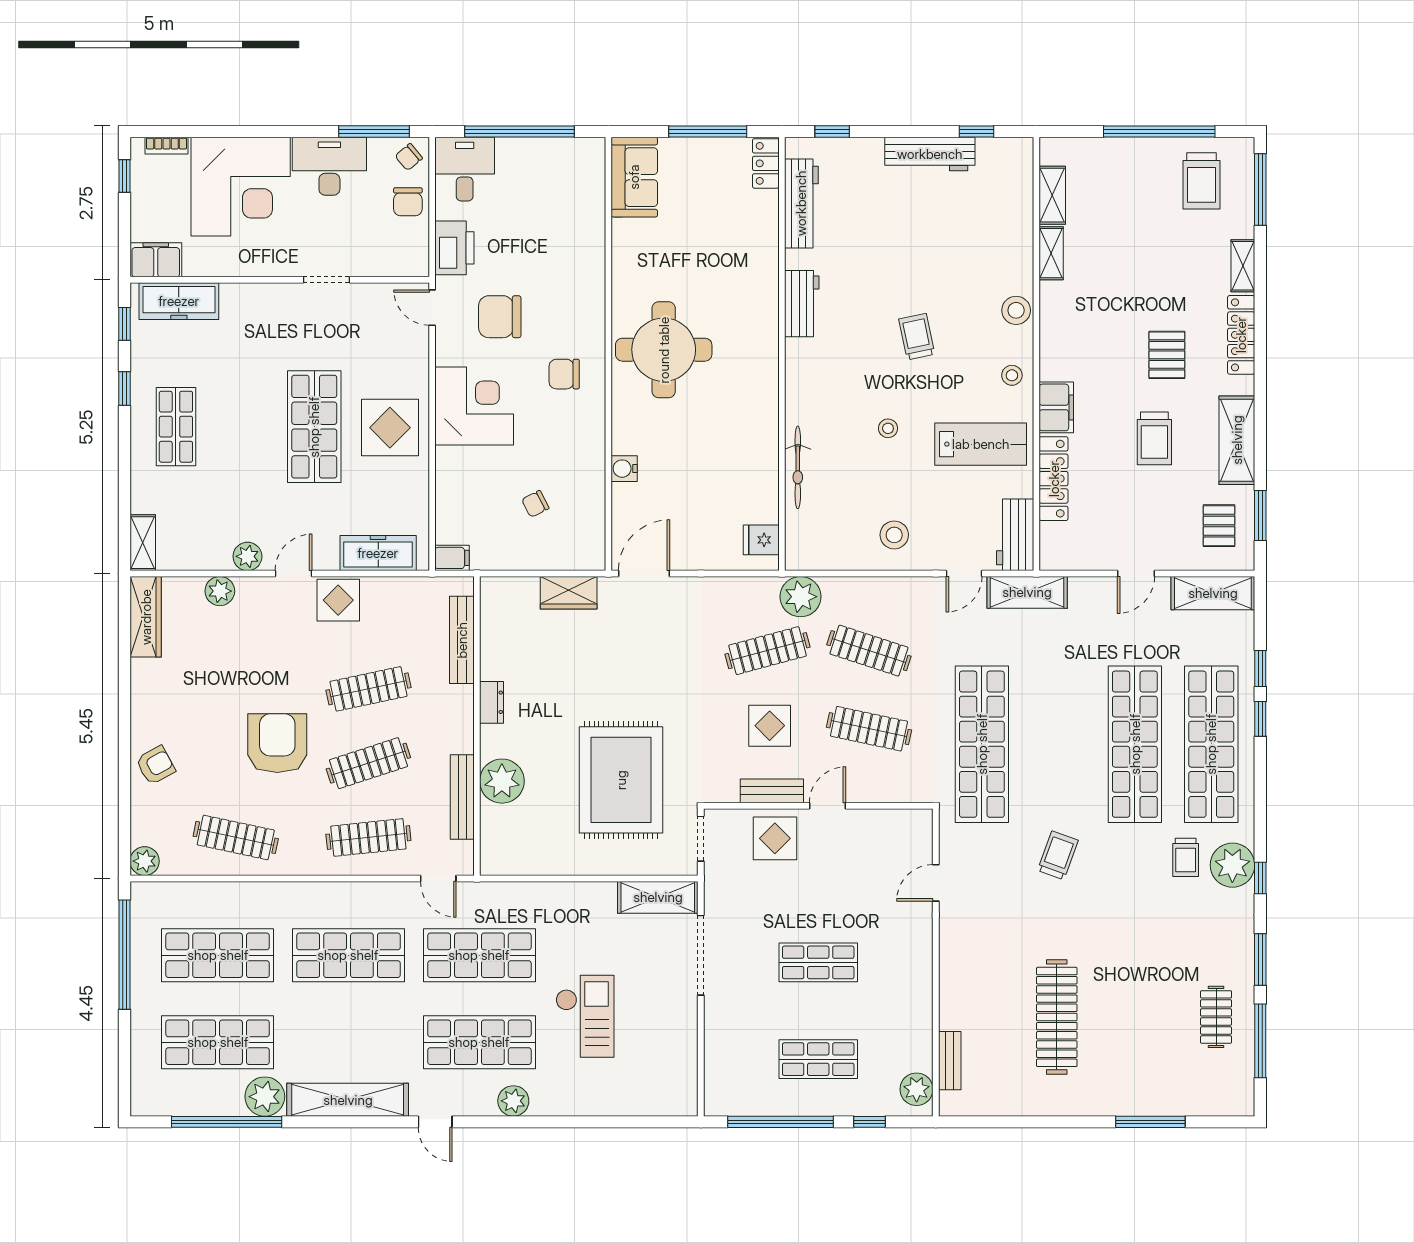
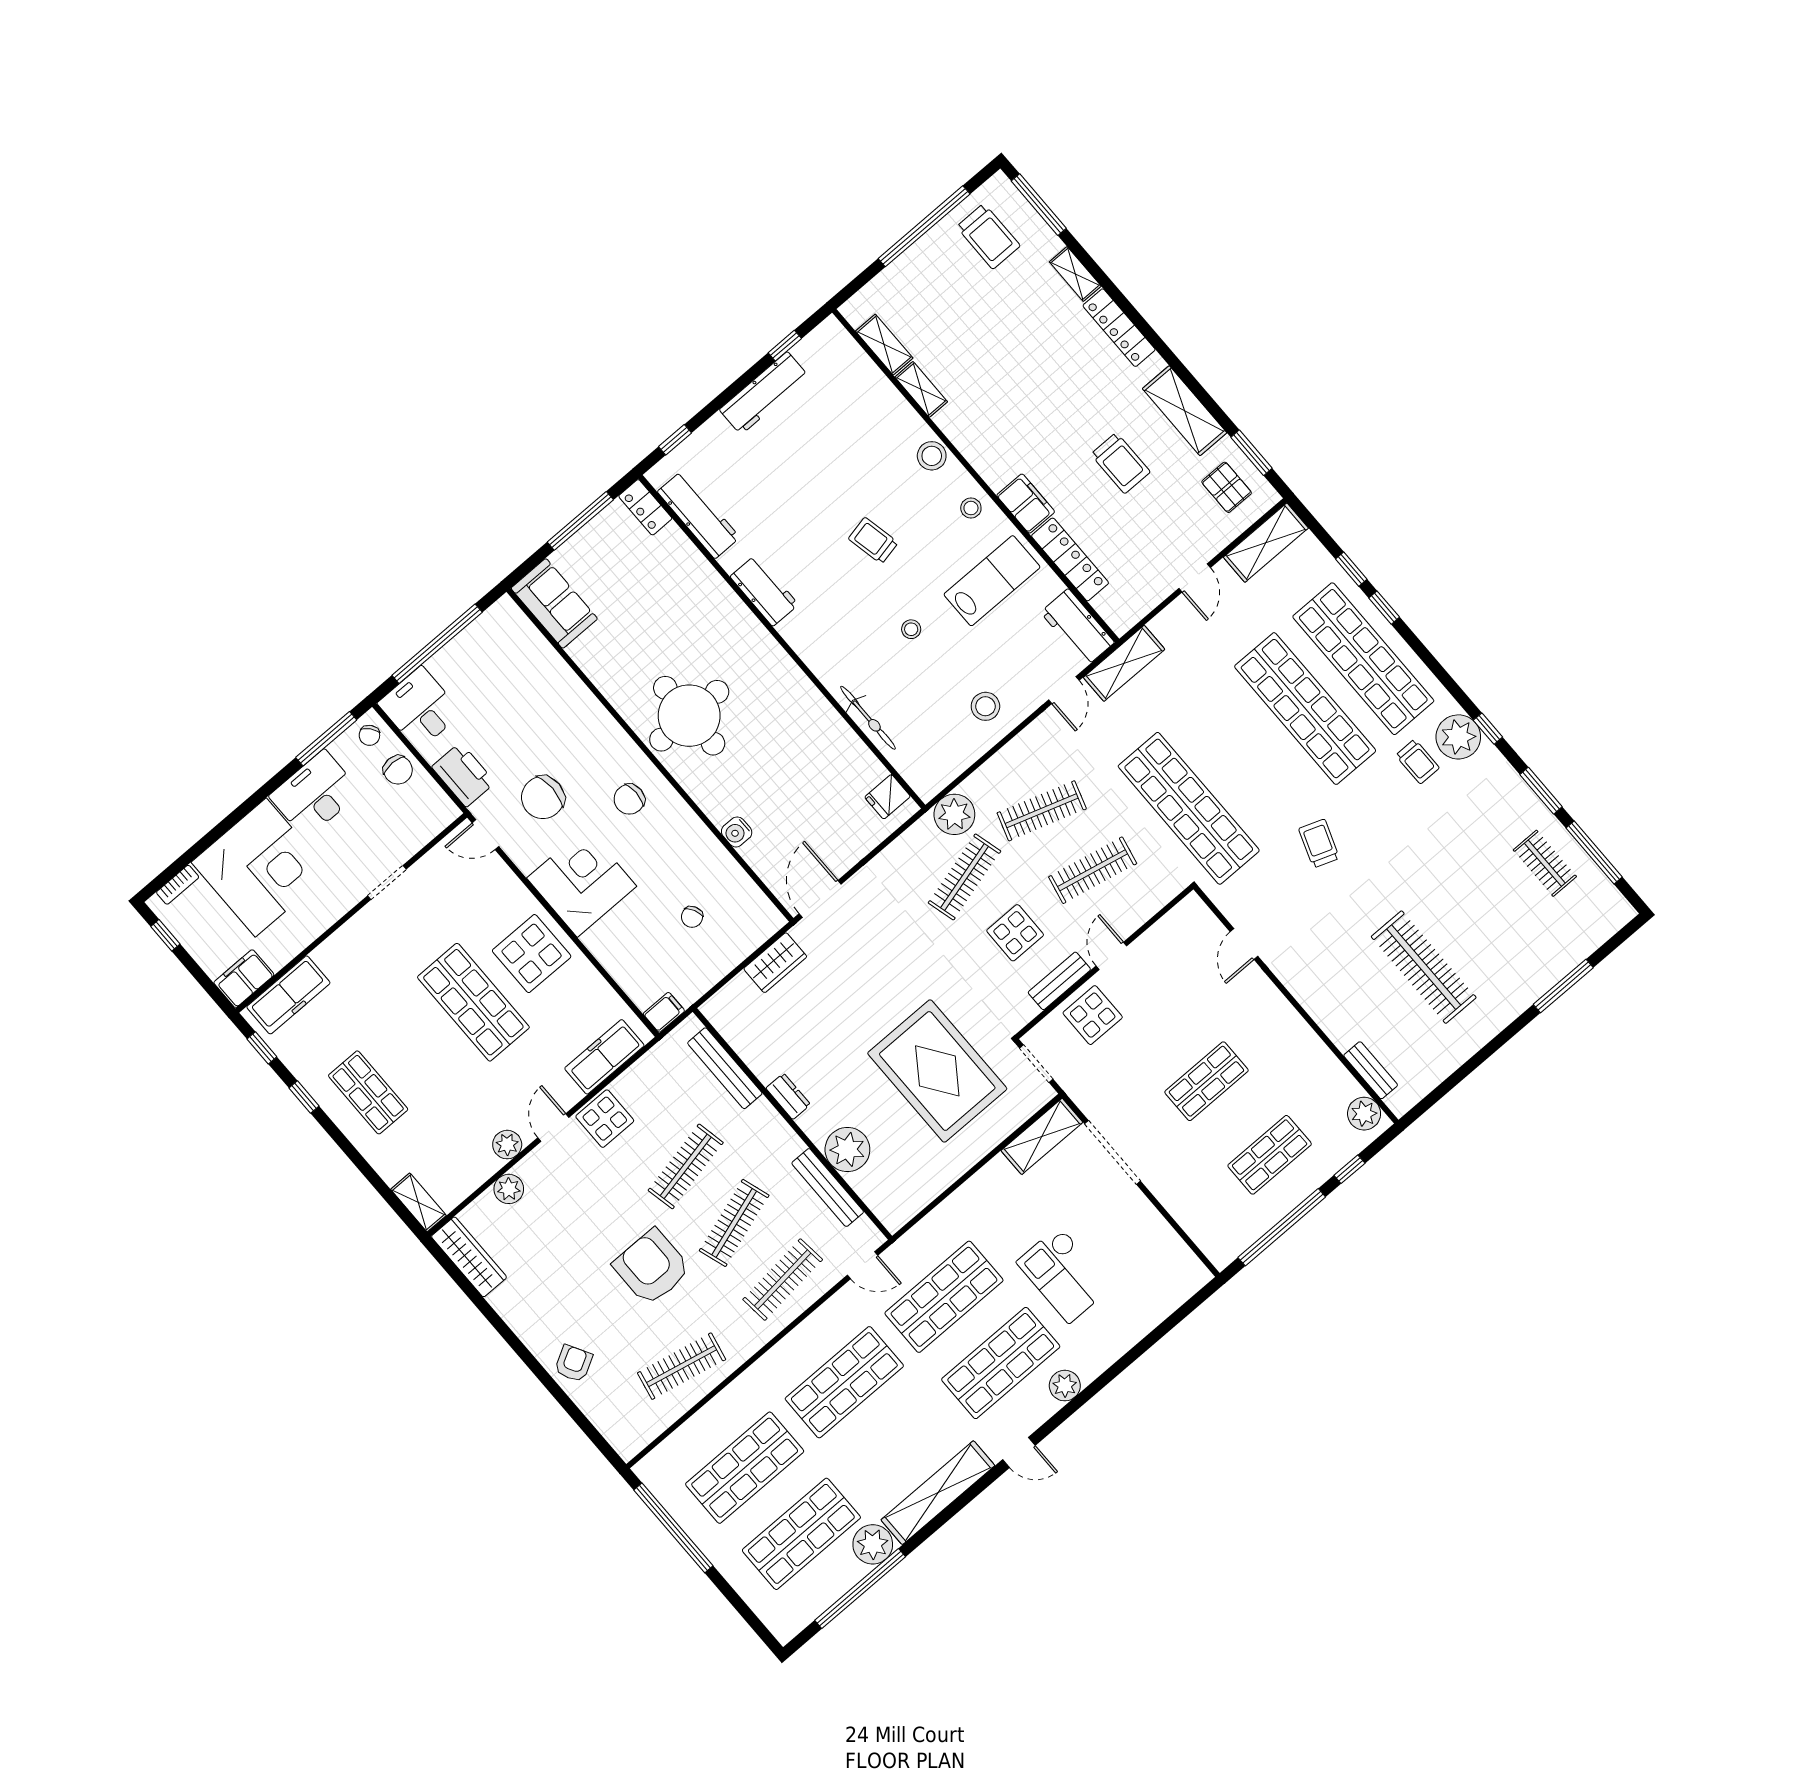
pallet: (1167, 355) -> (1075, 391), removed
plant: (145, 861) -> (628, 1444), removed
checkout: (585, 1016) -> (1064, 1274), turned 180

